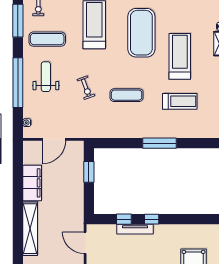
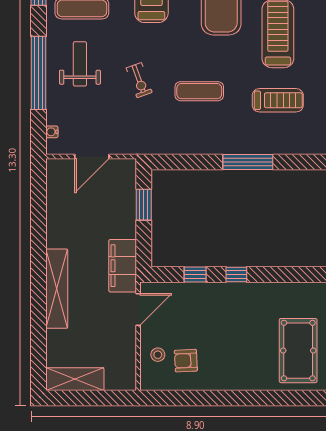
filing cabinet: (32, 183) -> (123, 266), moved, turned 180
tv unit: (135, 229) -> (212, 289), removed
door: (85, 243) -> (138, 309), swing flipped

